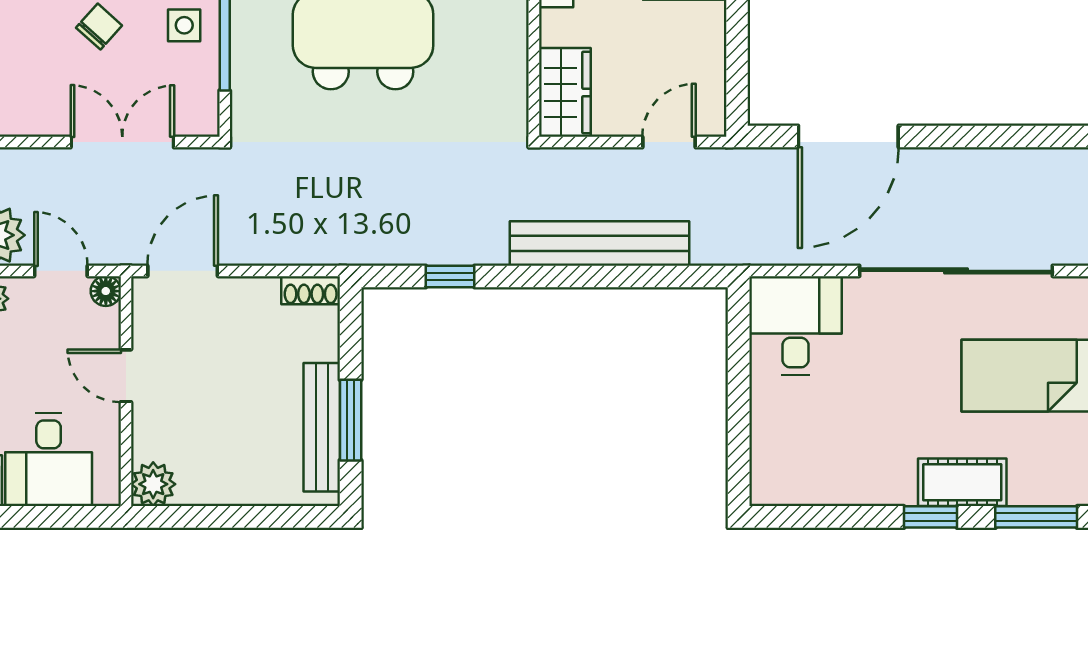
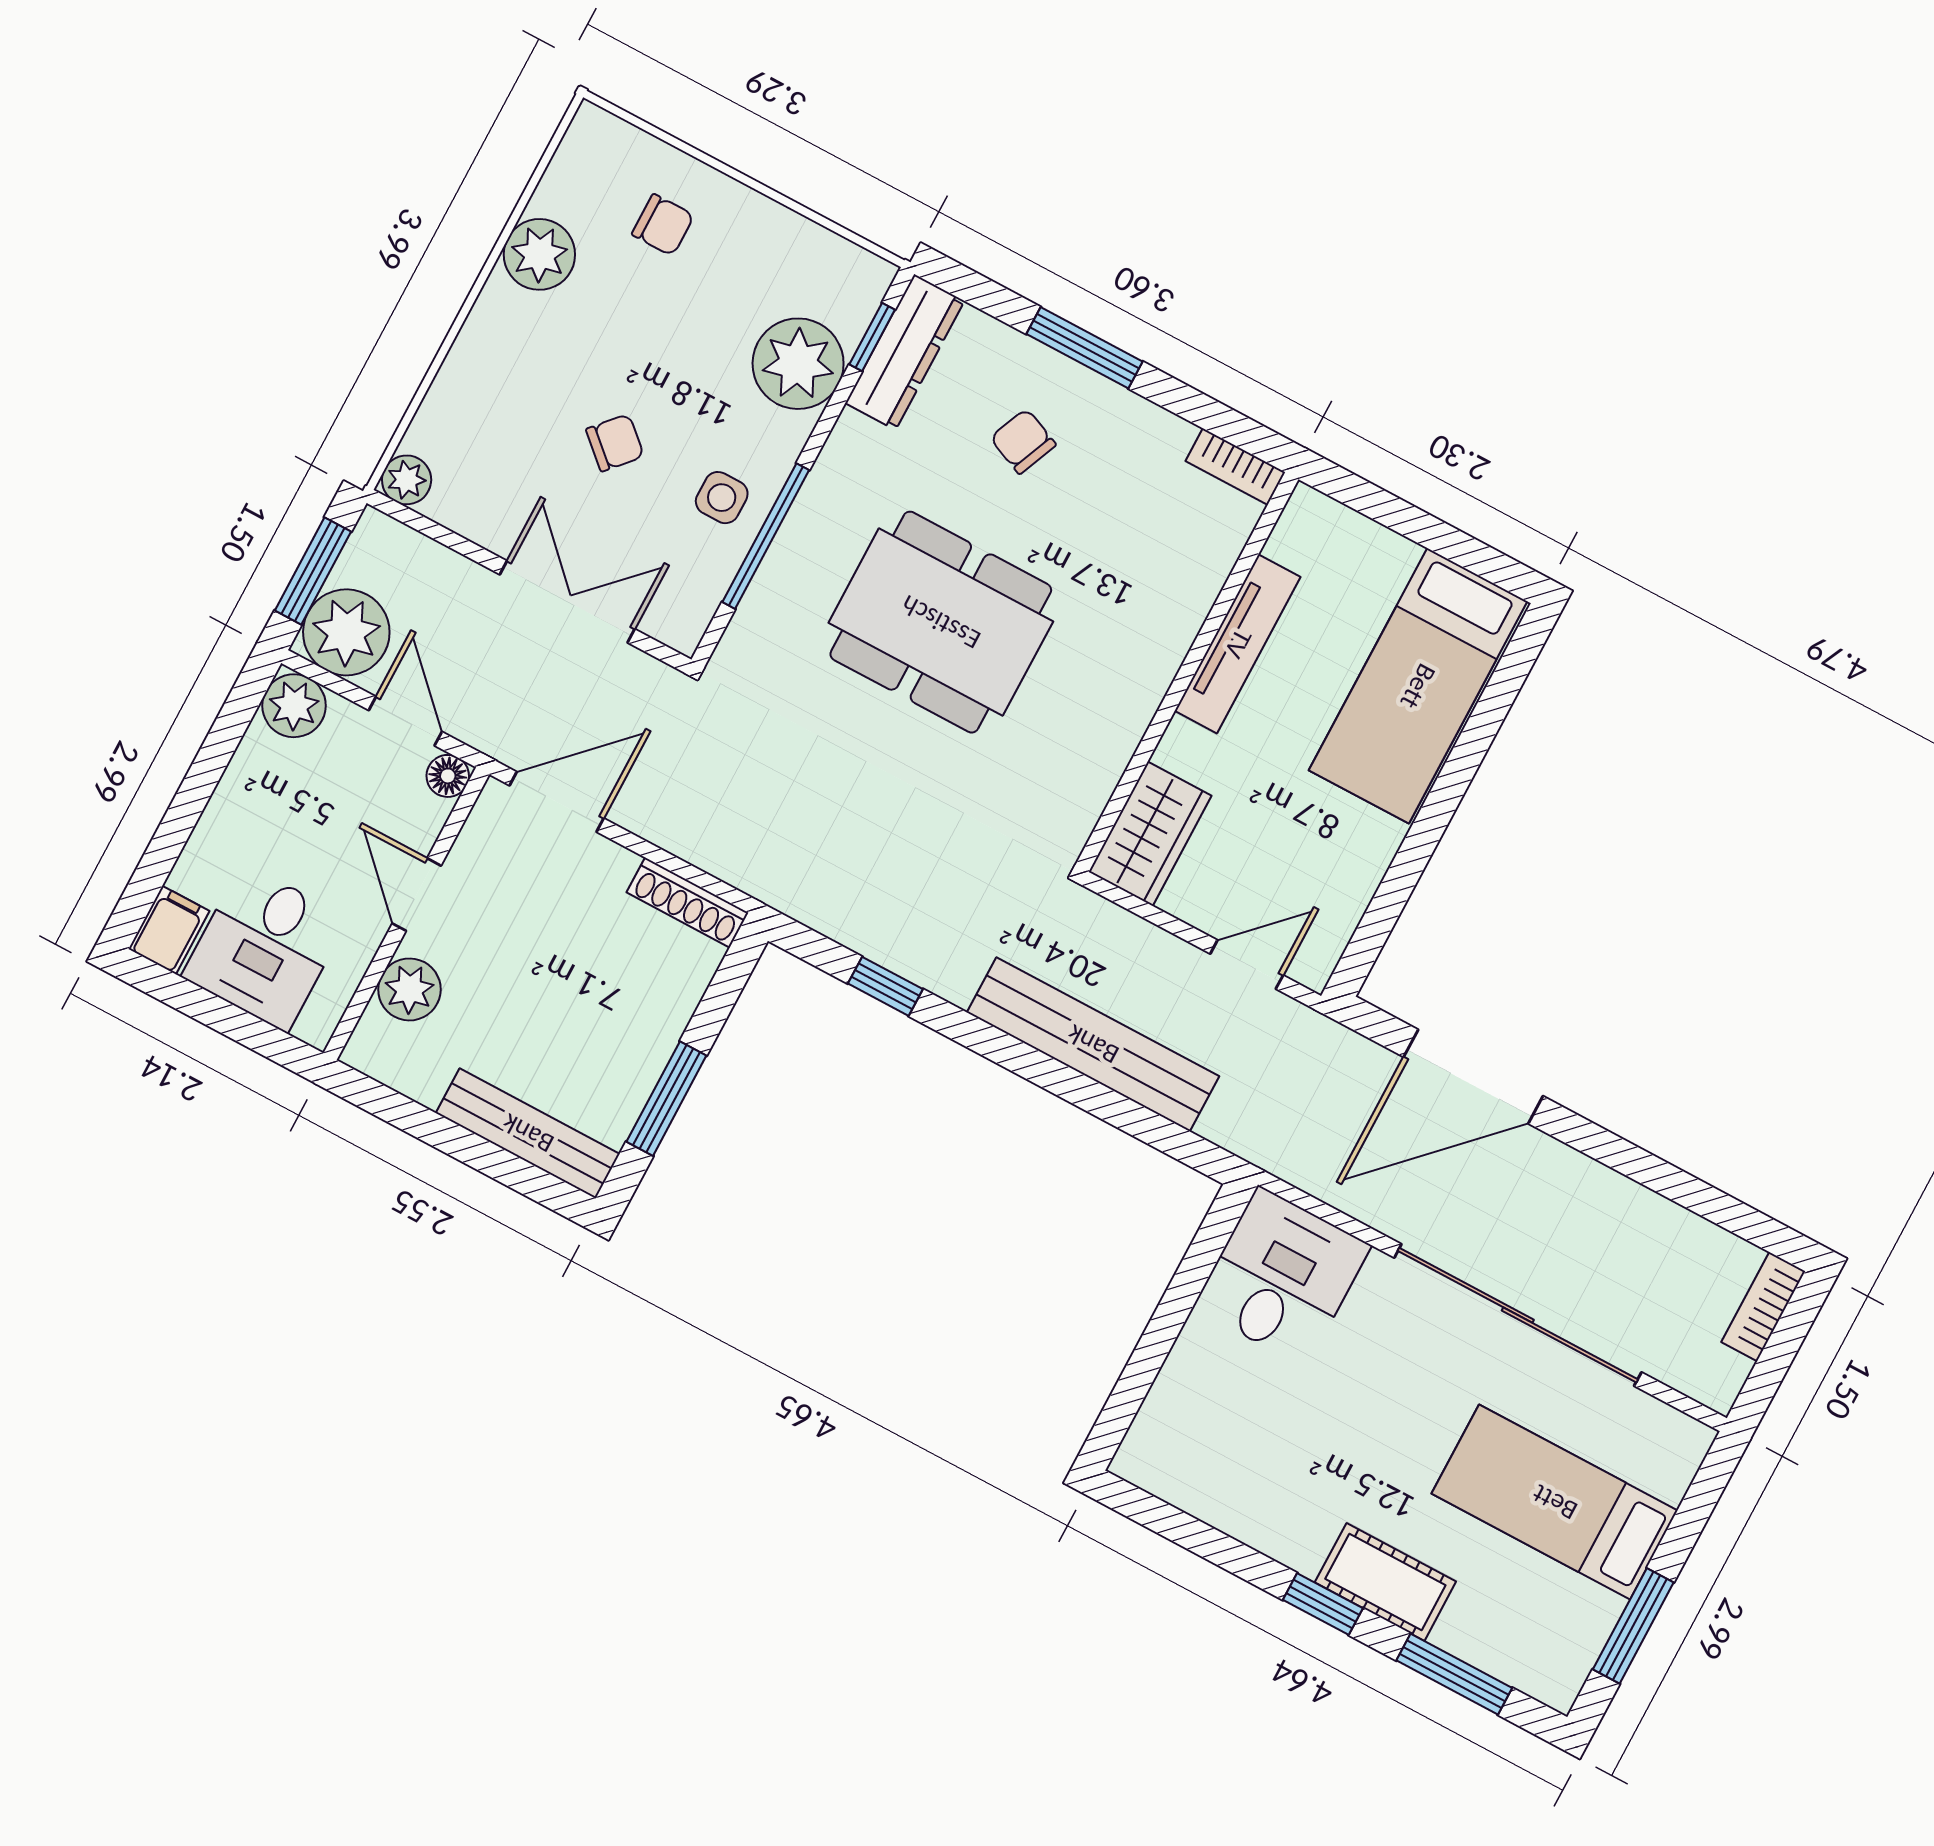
shoe rack: (311, 290) -> (687, 903), width x1.43
bench: (322, 427) -> (528, 1133), moved, turned 90
plant: (153, 484) -> (409, 989), moved

